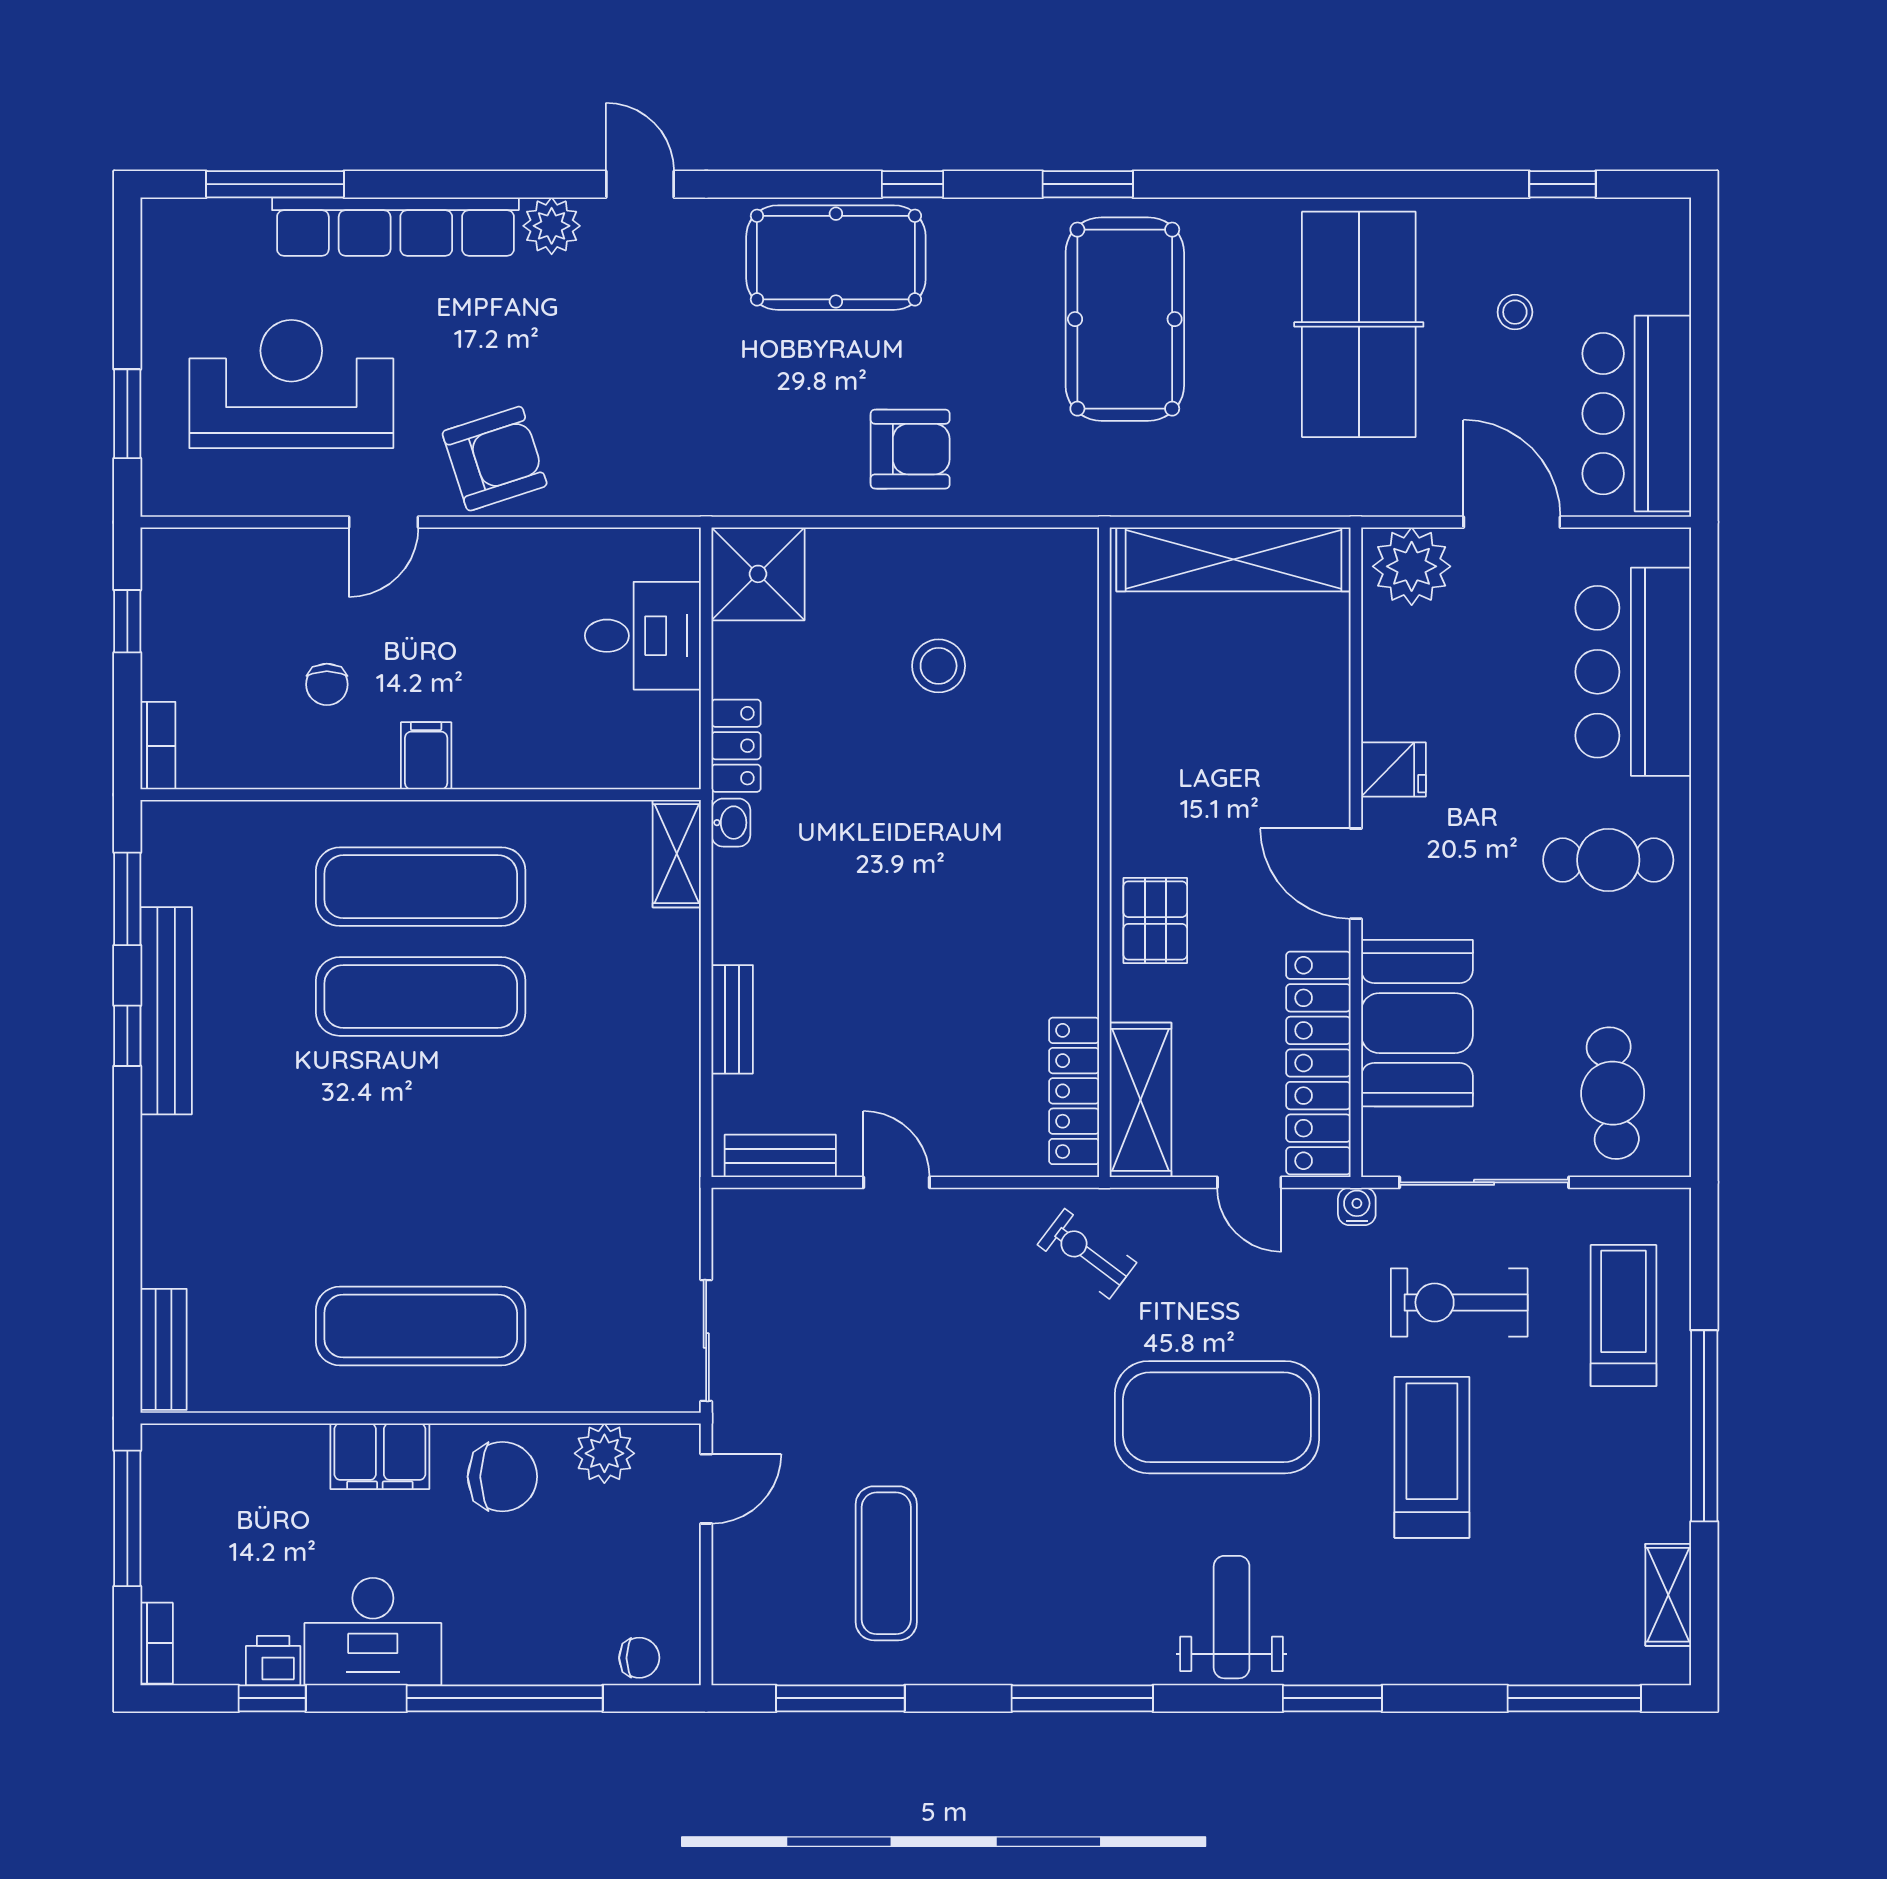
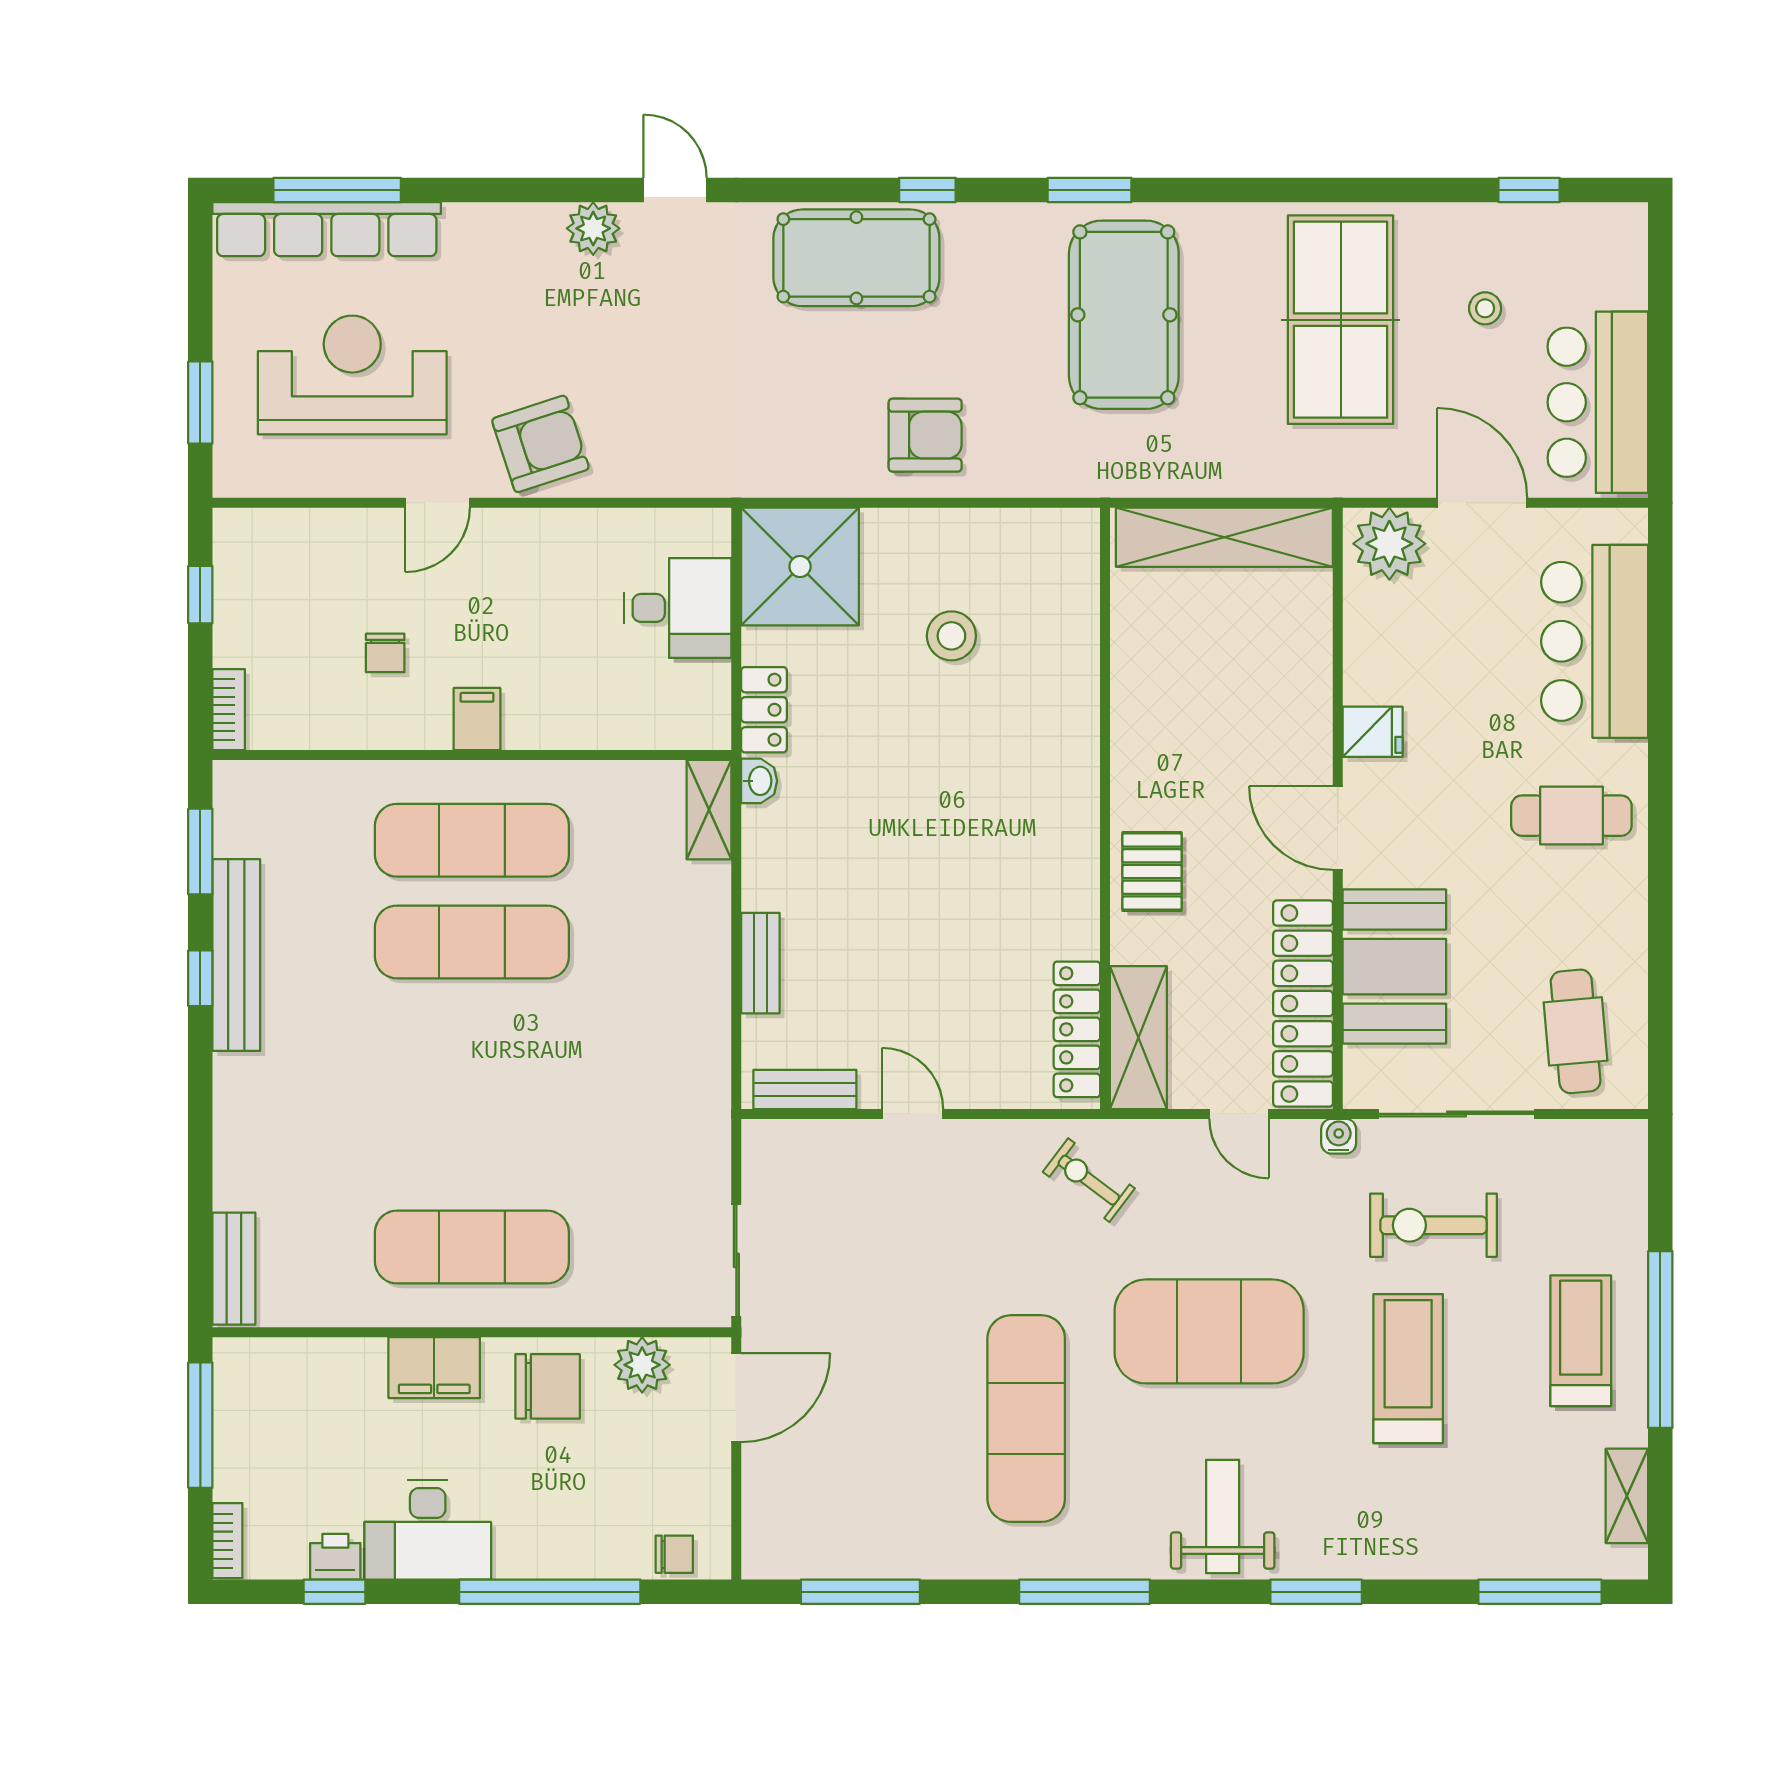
row of seats: (395, 227) -> (327, 229), moved
shower: (758, 574) -> (800, 566), width x1.37, depth x1.37
treadmill: (1624, 1315) -> (1581, 1341), moved
door: (706, 1489) -> (736, 1398), width x1.38
exercise mat: (886, 1563) -> (1026, 1419), moved, width x1.36, depth x1.45

